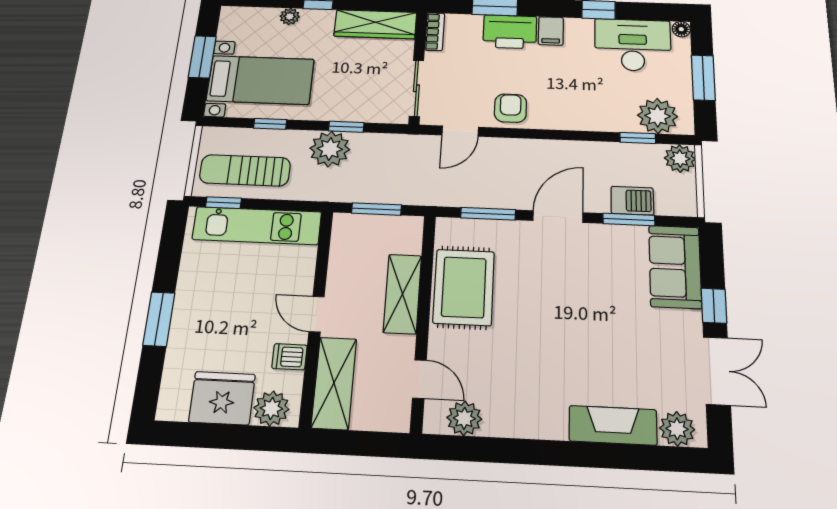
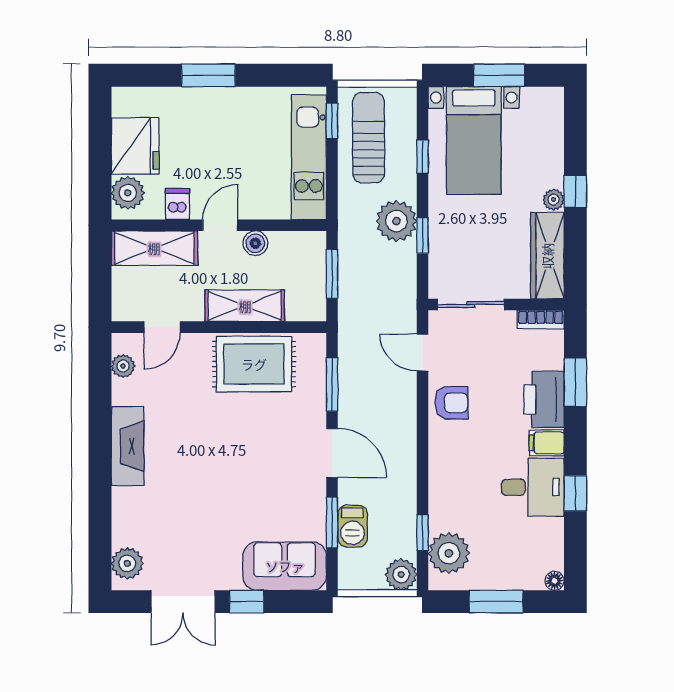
plant: (290, 16) -> (553, 200), moved
desk: (633, 45) -> (533, 487), moved, width x0.73
boiler: (339, 280) -> (255, 243), added
plant: (464, 418) -> (123, 366), width x0.73, depth x0.73
fireplace: (613, 425) -> (128, 446), moved

